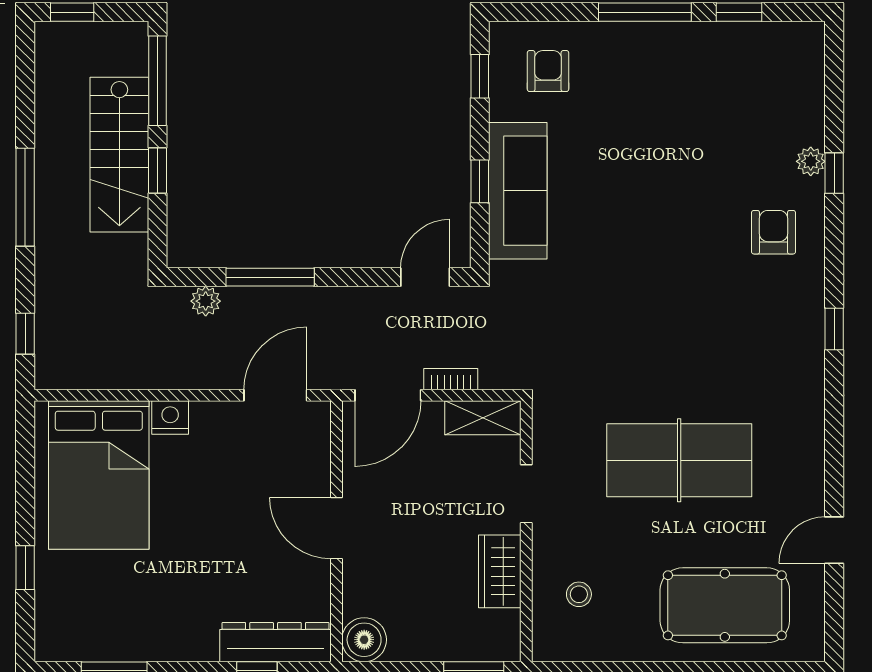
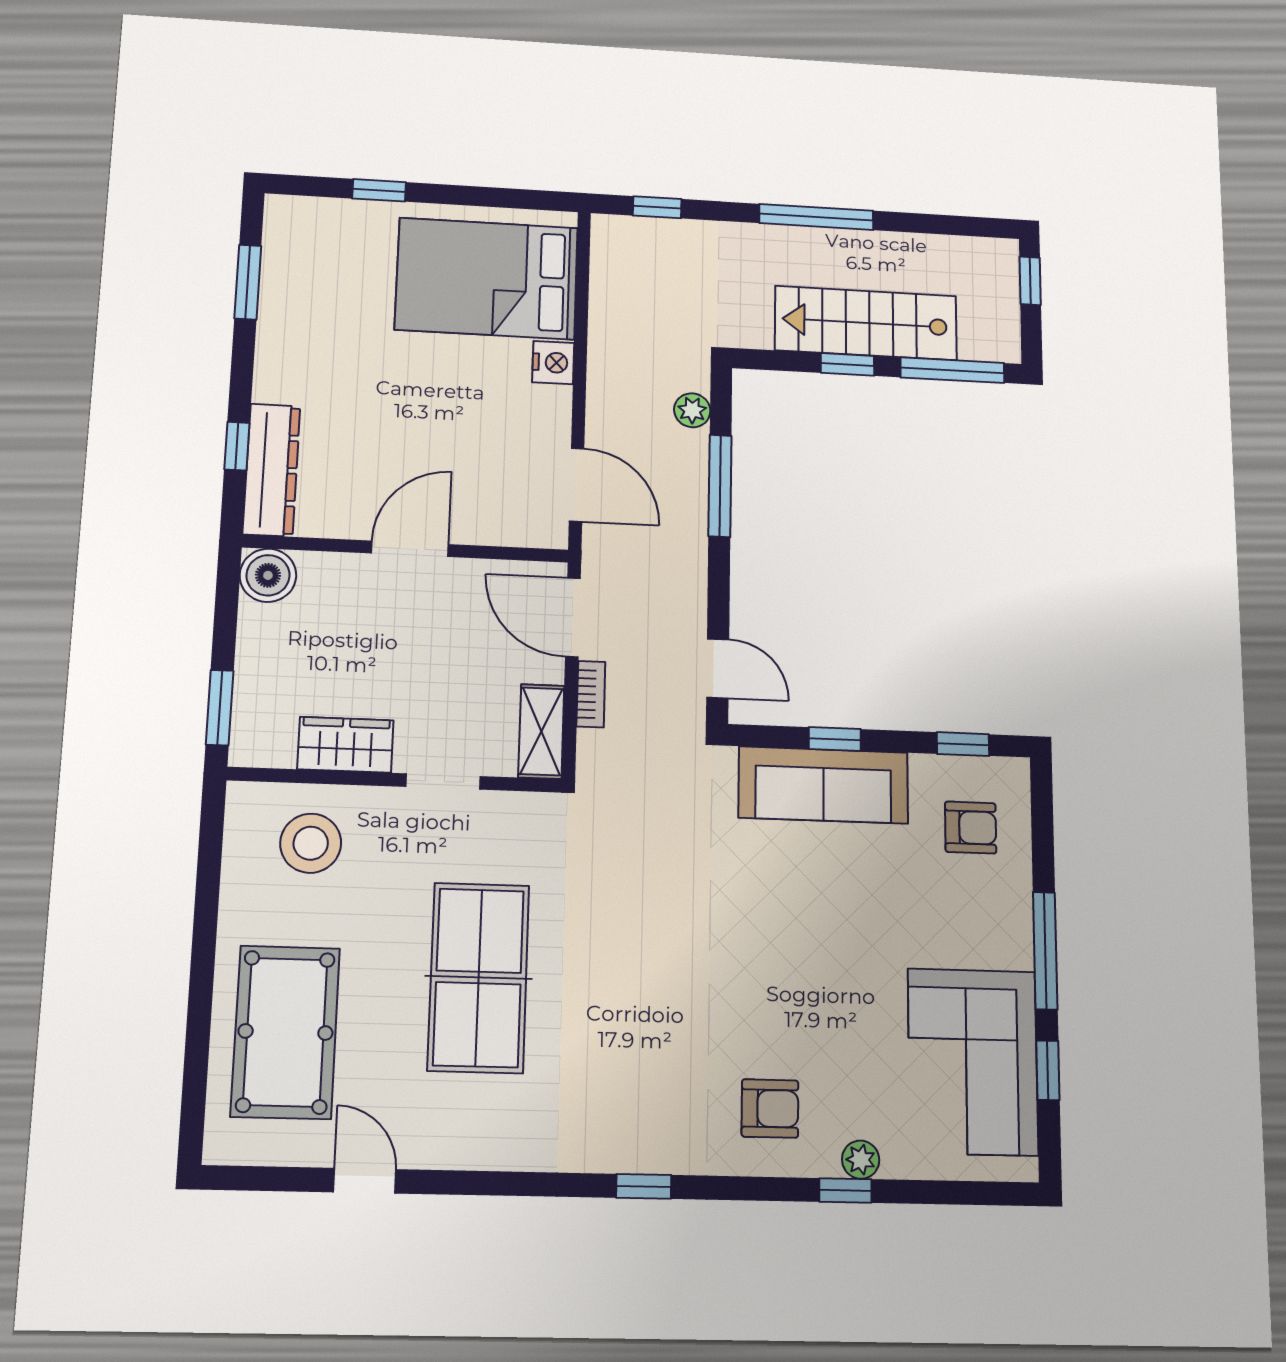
corner sofa: (734, 72) -> (973, 1062), added
stool: (579, 594) -> (311, 843), width x1.89, depth x1.89

